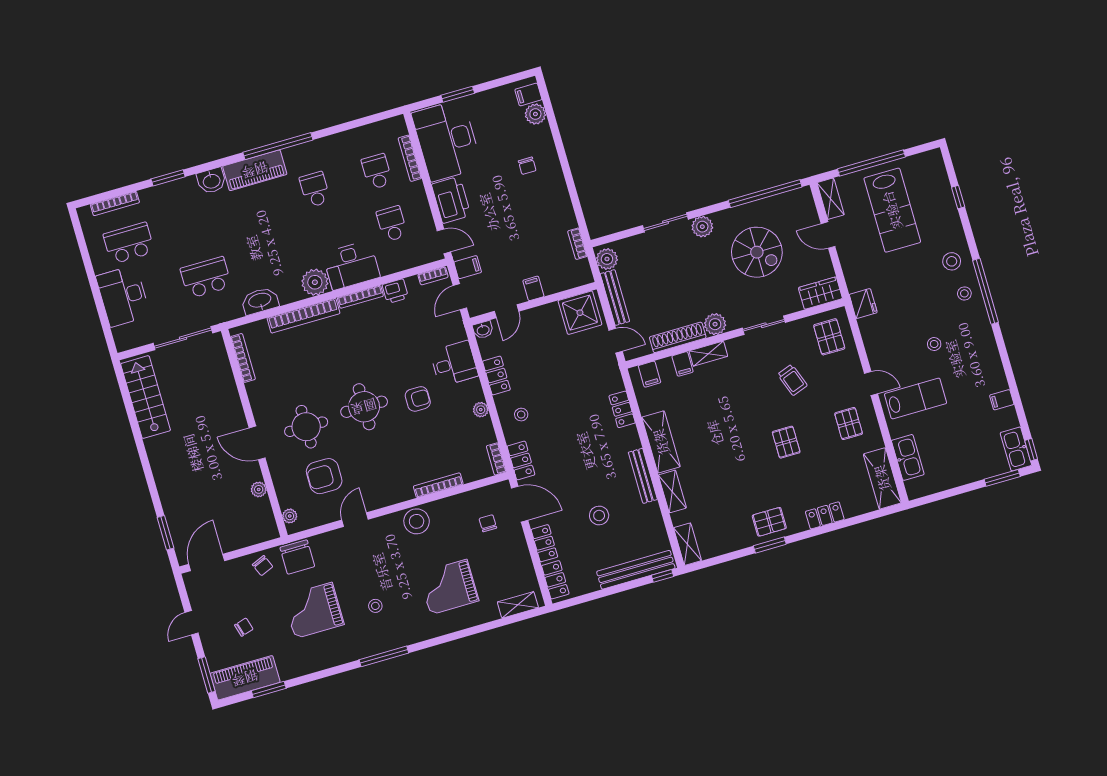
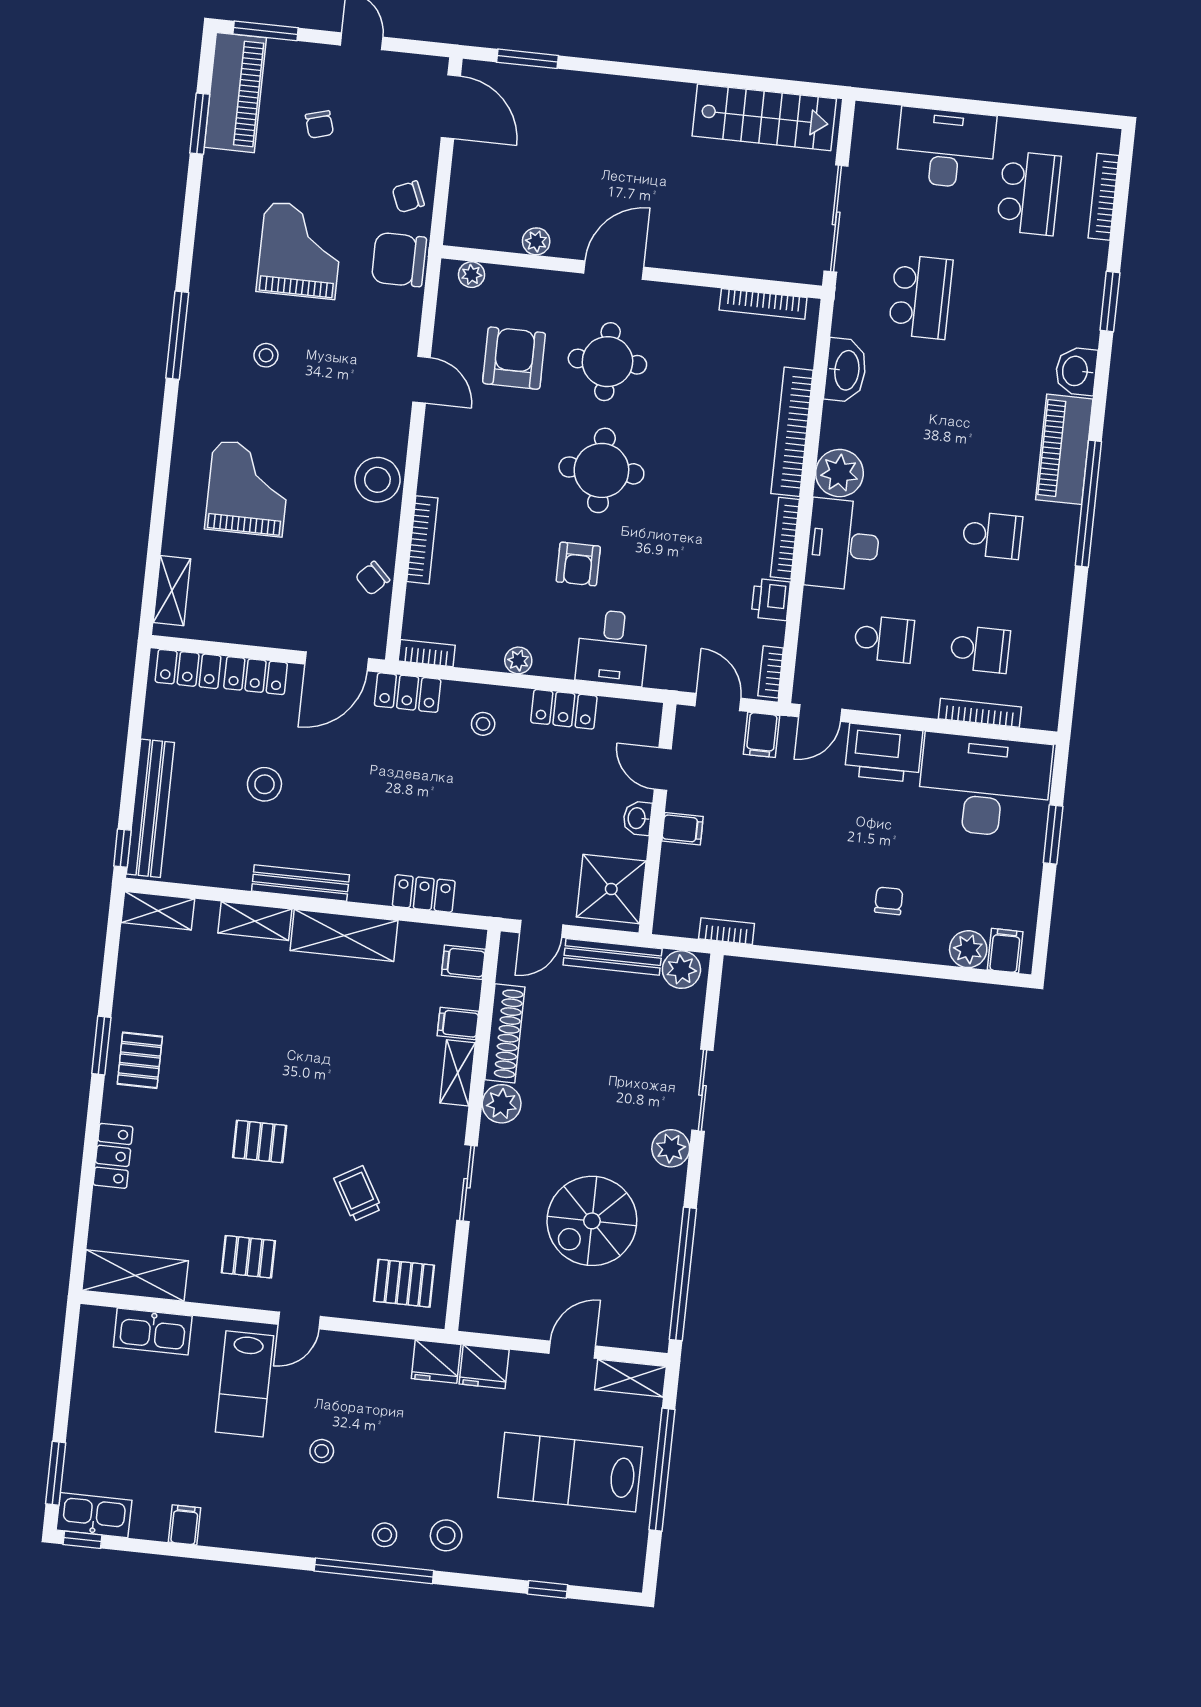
chair: (527, 166) -> (889, 901), turned 90
fridge: (856, 277) -> (484, 1367), added
wardrobe: (820, 293) -> (482, 1298), removed
washbasin: (483, 330) -> (637, 818), moved
trolley: (792, 380) -> (358, 1194), turned 80
chair: (488, 523) -> (373, 578), moved, turned 135

